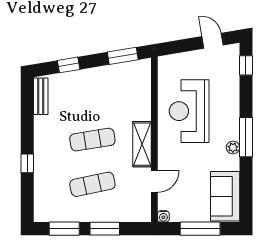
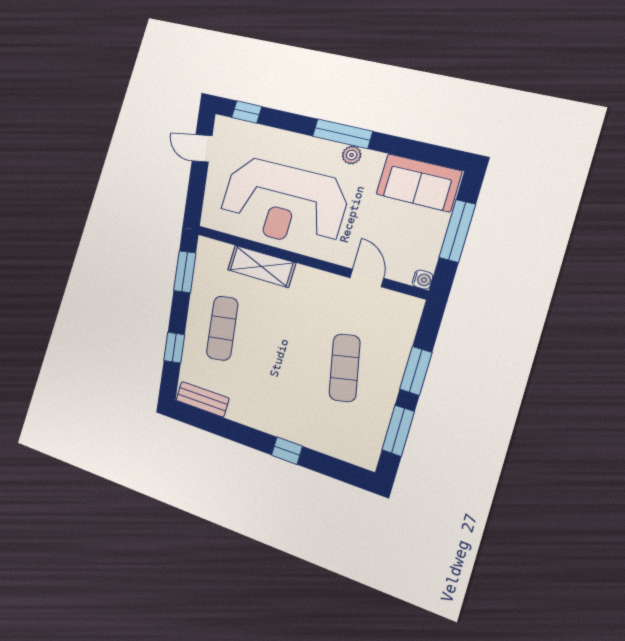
door: (213, 41) -> (202, 148), hinge flipped
reception desk: (189, 111) -> (284, 203), width x1.36, depth x1.30
exercise mat: (92, 140) -> (222, 328), moved
shelving: (142, 144) -> (262, 266), moved

